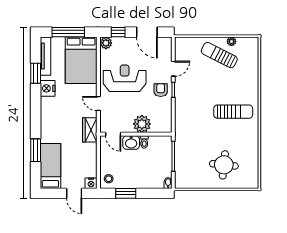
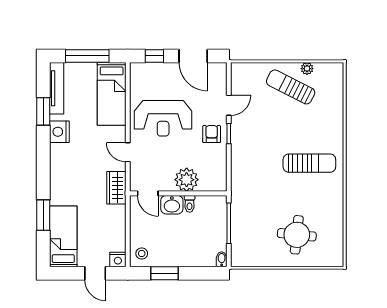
plant: (106, 43) -> (138, 71), removed
bed: (81, 60) -> (112, 94), width x0.67
reception desk: (125, 78) -> (163, 118), turned 180

